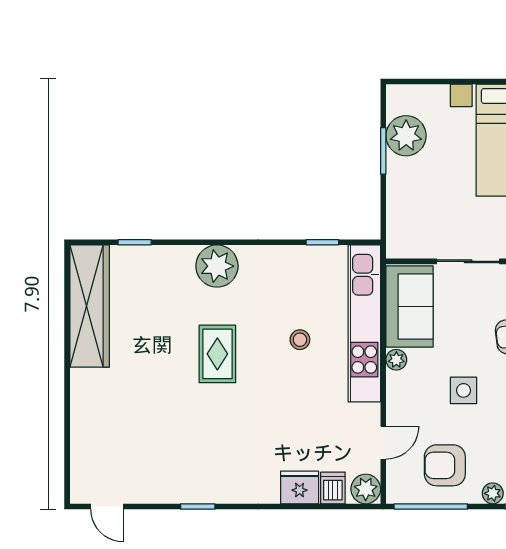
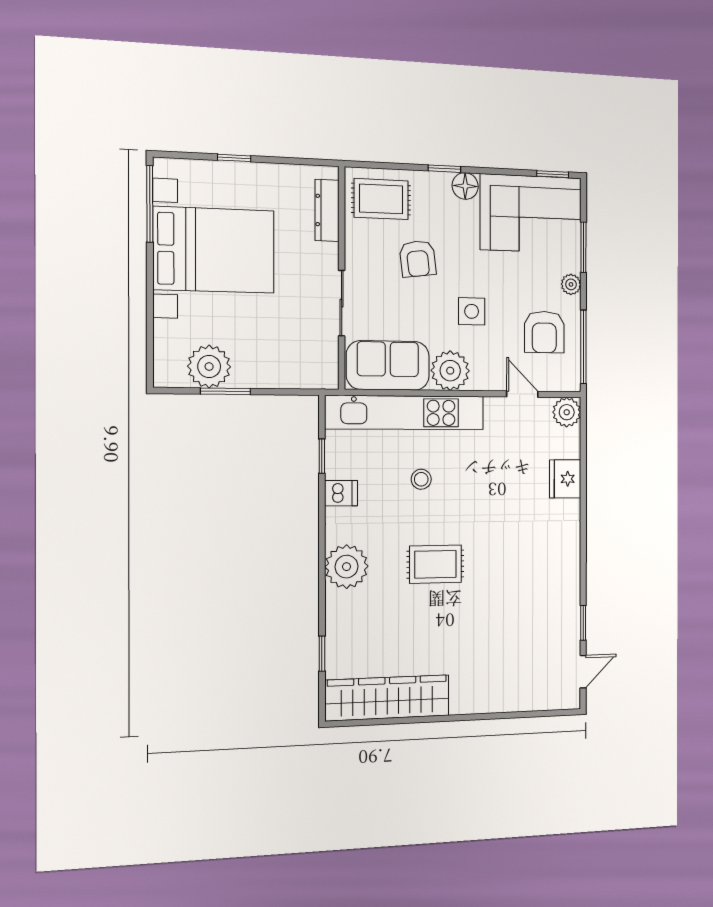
plant: (396, 360) -> (450, 371), width x1.87, depth x1.87
dishwasher: (333, 488) -> (341, 493), moved, turned 180
window: (198, 506) -> (583, 623), moved

